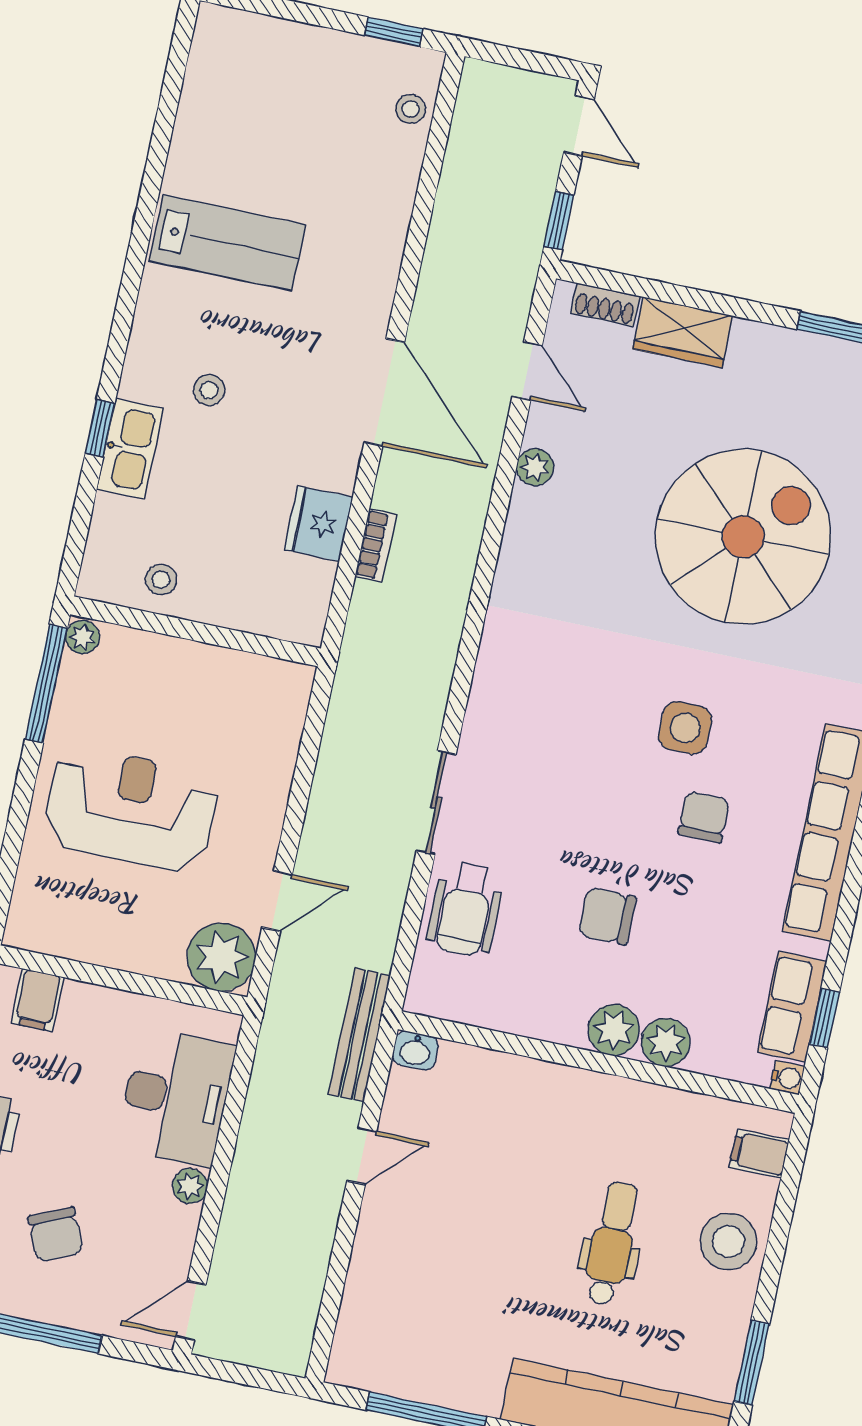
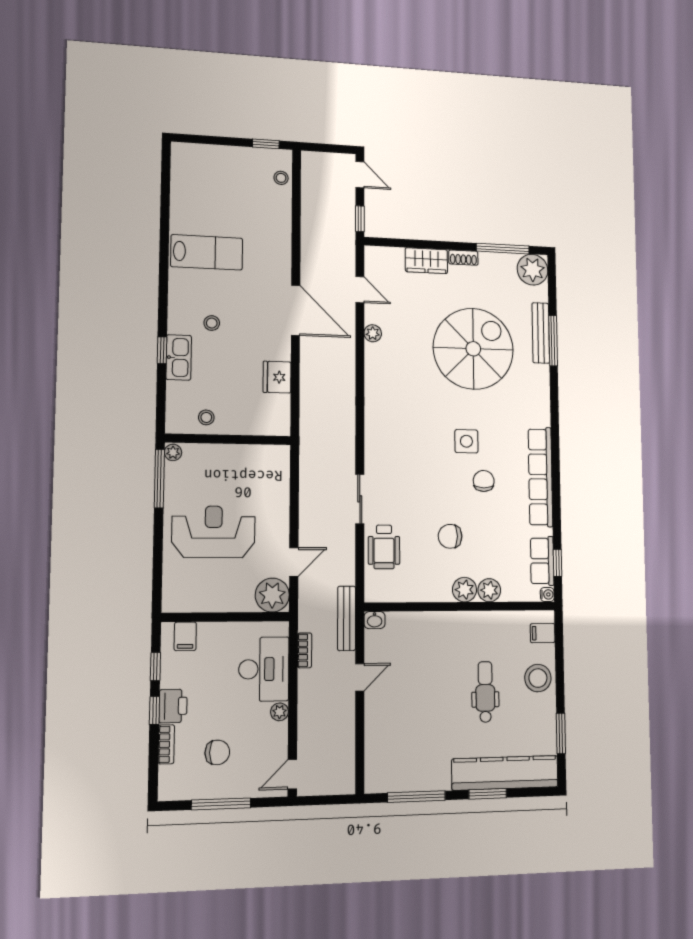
shoe rack: (605, 305) -> (463, 258), moved
bookcase: (376, 545) -> (305, 650), moved
chair: (56, 1235) -> (217, 752), turned -66

